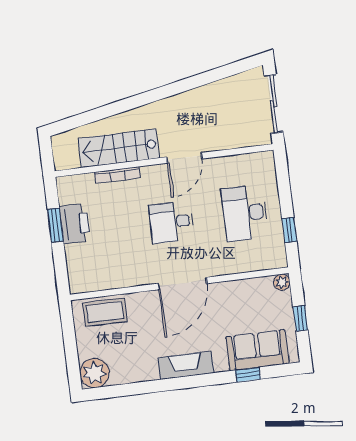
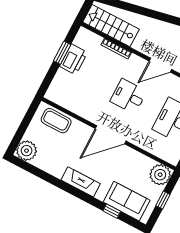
stairs: (119, 148) -> (111, 26), moved
plant: (282, 282) -> (160, 175), width x1.88, depth x1.88

